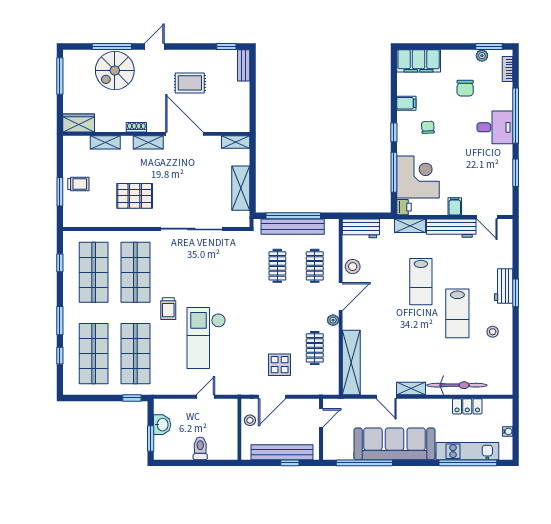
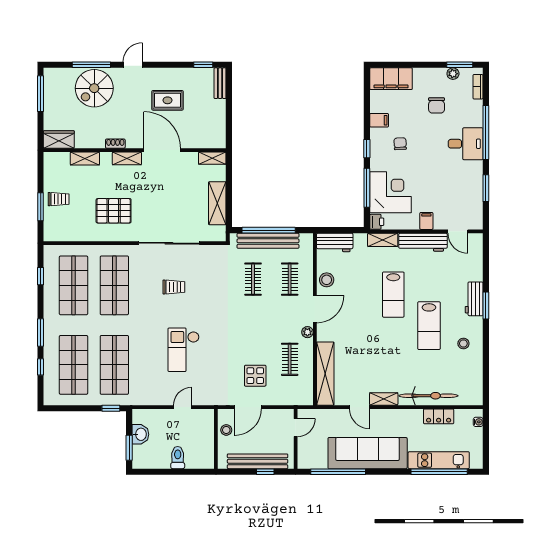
trolley: (168, 309) -> (174, 287), moved, turned -90
checkout: (206, 338) -> (184, 350), width x0.73, depth x0.83
water cooler: (508, 431) -> (478, 422), moved

